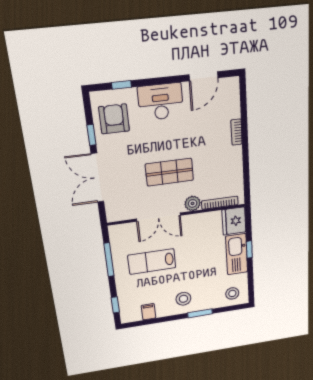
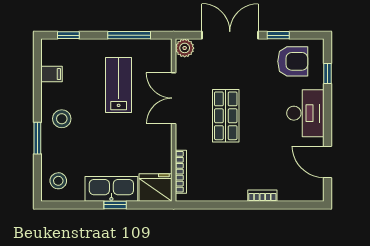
plant: (193, 203) -> (185, 48), moved

